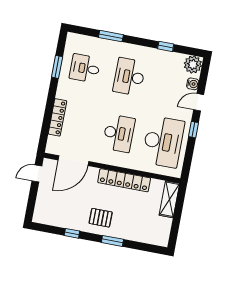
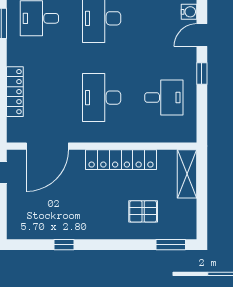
desk: (119, 133) -> (102, 98), turned 180
desk: (163, 142) -> (164, 98), width x0.53, depth x0.77
pallet: (101, 218) -> (143, 211), moved
window: (112, 241) -> (171, 245), moved

